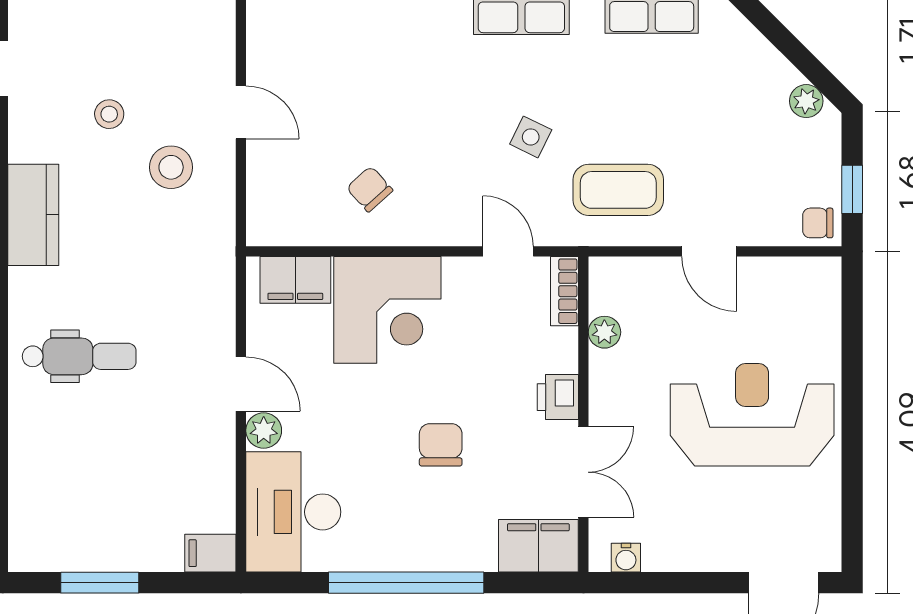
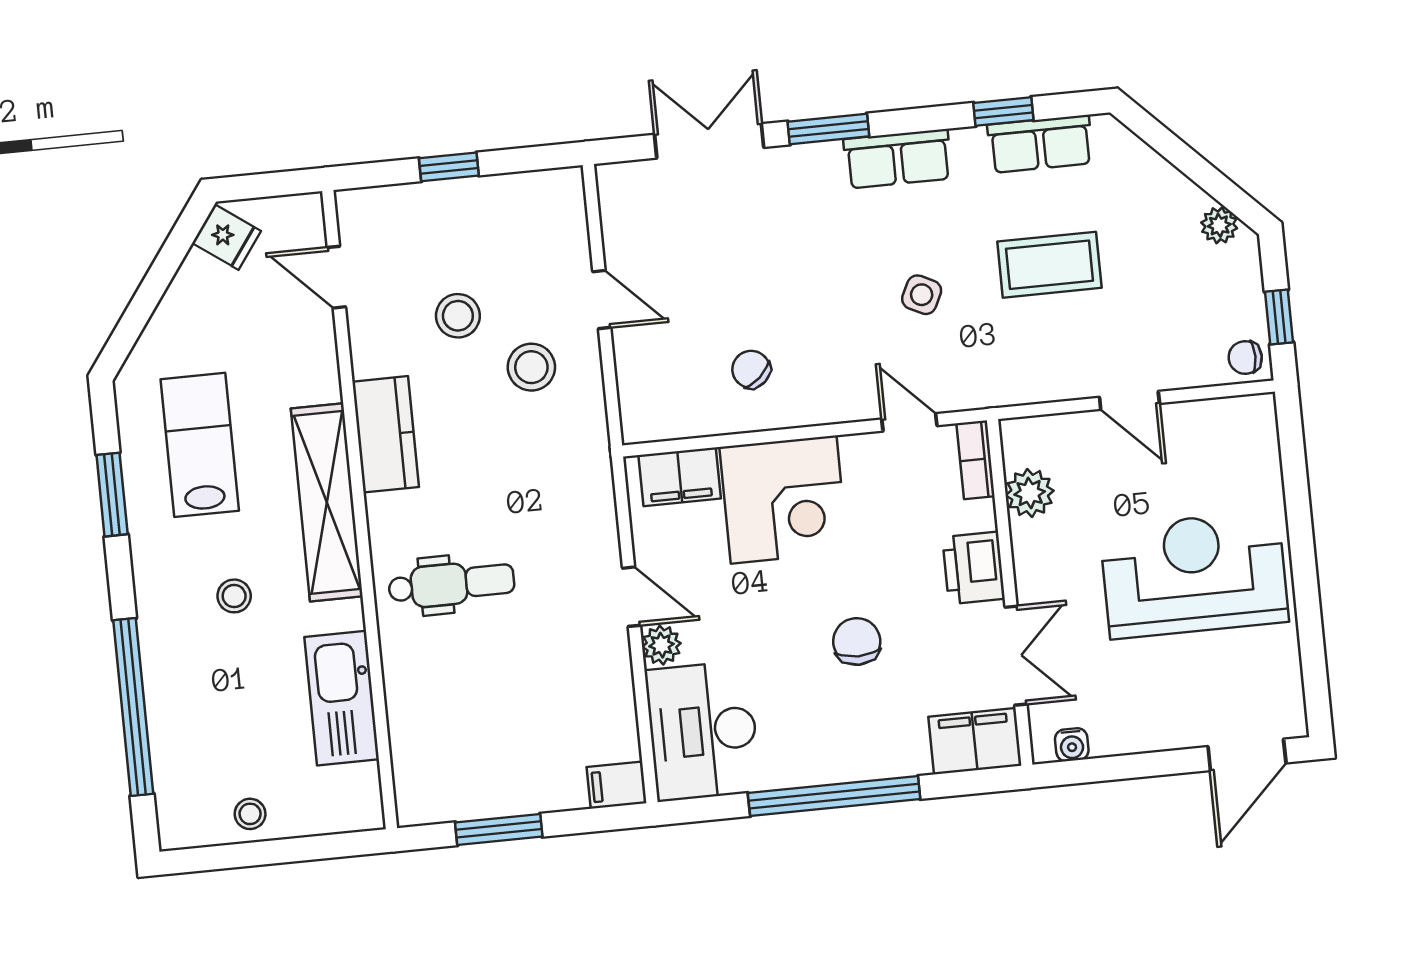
stool: (109, 114) -> (458, 316), width x1.37, depth x1.37
coffee table: (618, 190) -> (1049, 265), moved
plant: (604, 332) -> (1030, 493), width x1.38, depth x1.38
printer: (558, 397) -> (973, 568), width x1.36, depth x1.24

